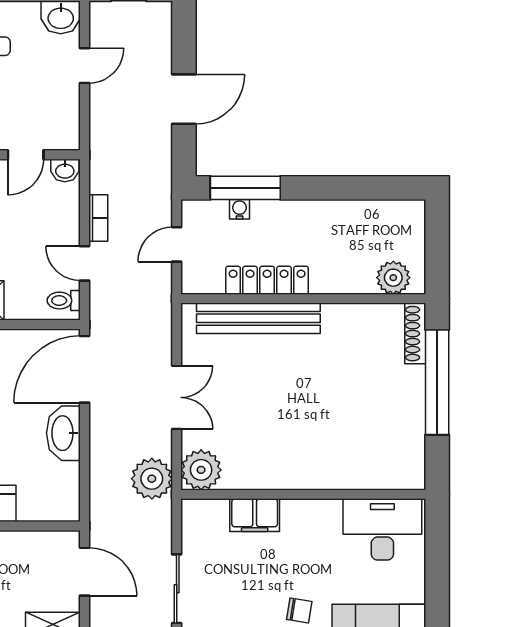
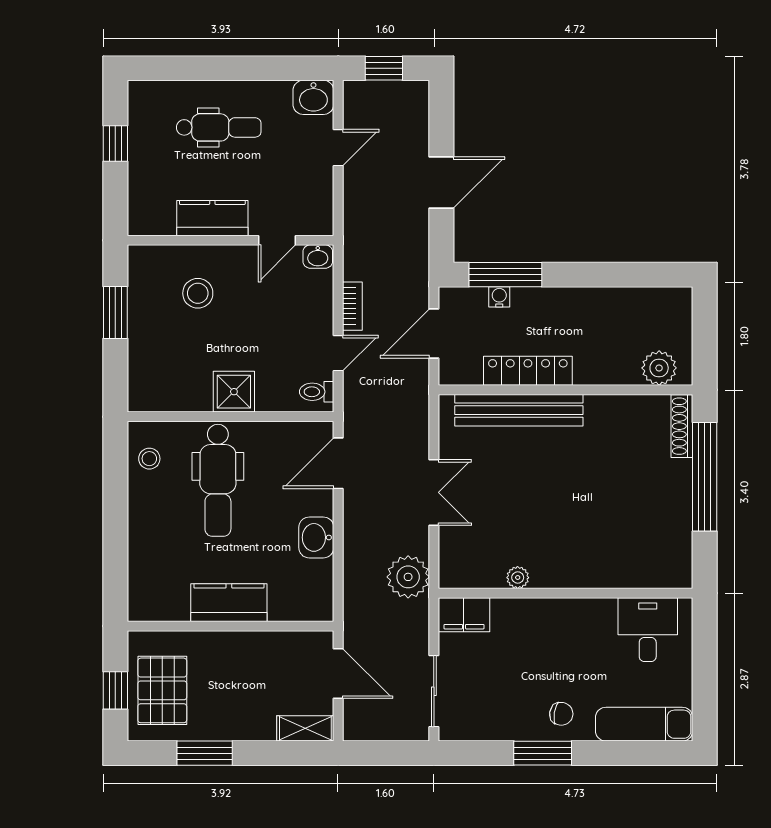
door: (177, 244) -> (434, 333), width x1.38
door: (85, 263) -> (338, 353), swing flipped
door: (85, 369) -> (338, 463), width x0.73
washbasin: (63, 433) -> (316, 537), width x0.72
plant: (201, 470) -> (518, 578), moved, width x0.53, depth x0.53
filing cabinet: (255, 515) -> (464, 615), moved
desk: (382, 529) -> (648, 630), width x0.73

